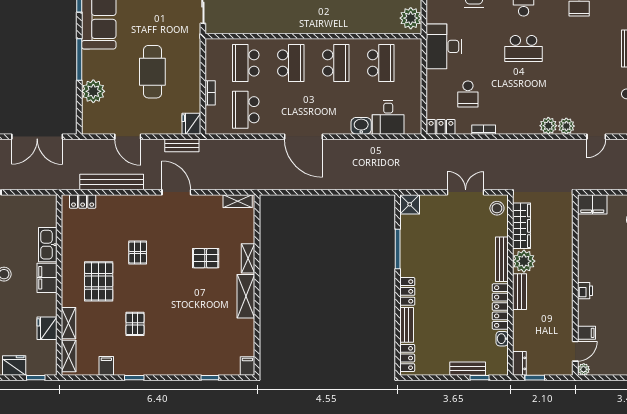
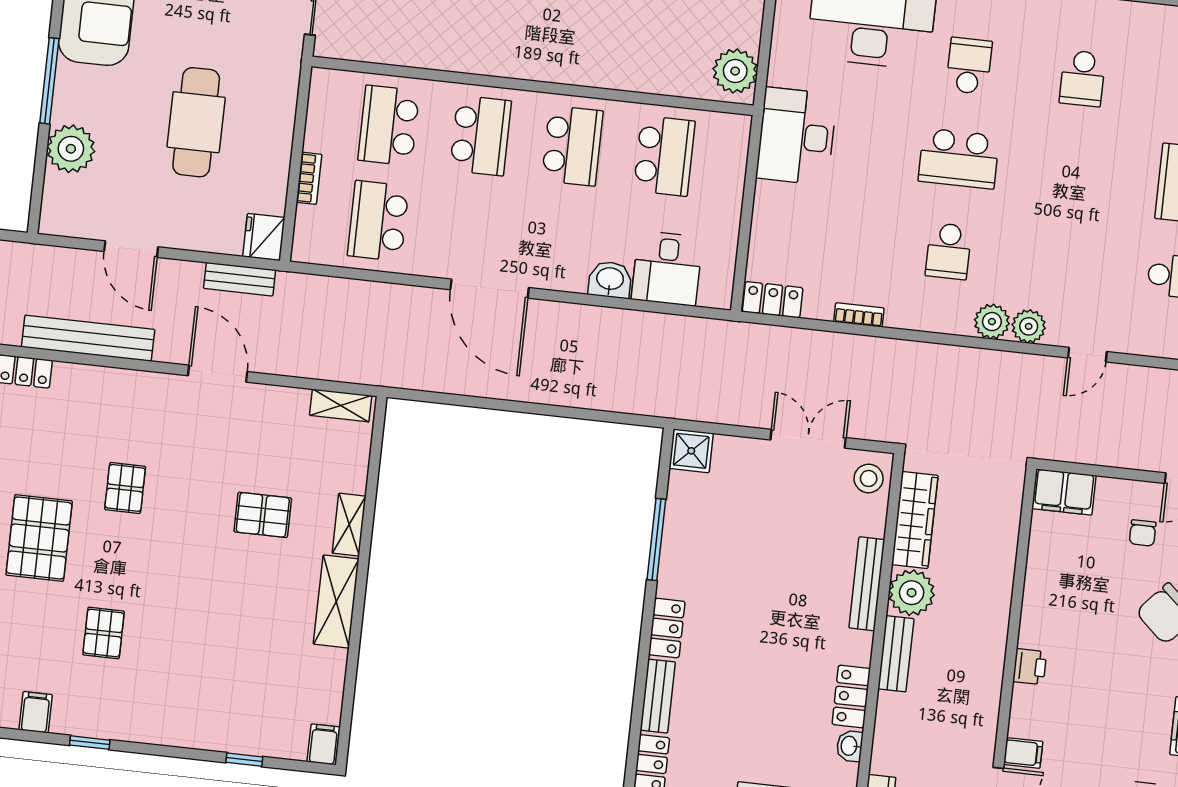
school desk: (468, 94) -> (949, 251), moved
locker: (500, 307) -> (851, 696), width x0.66

